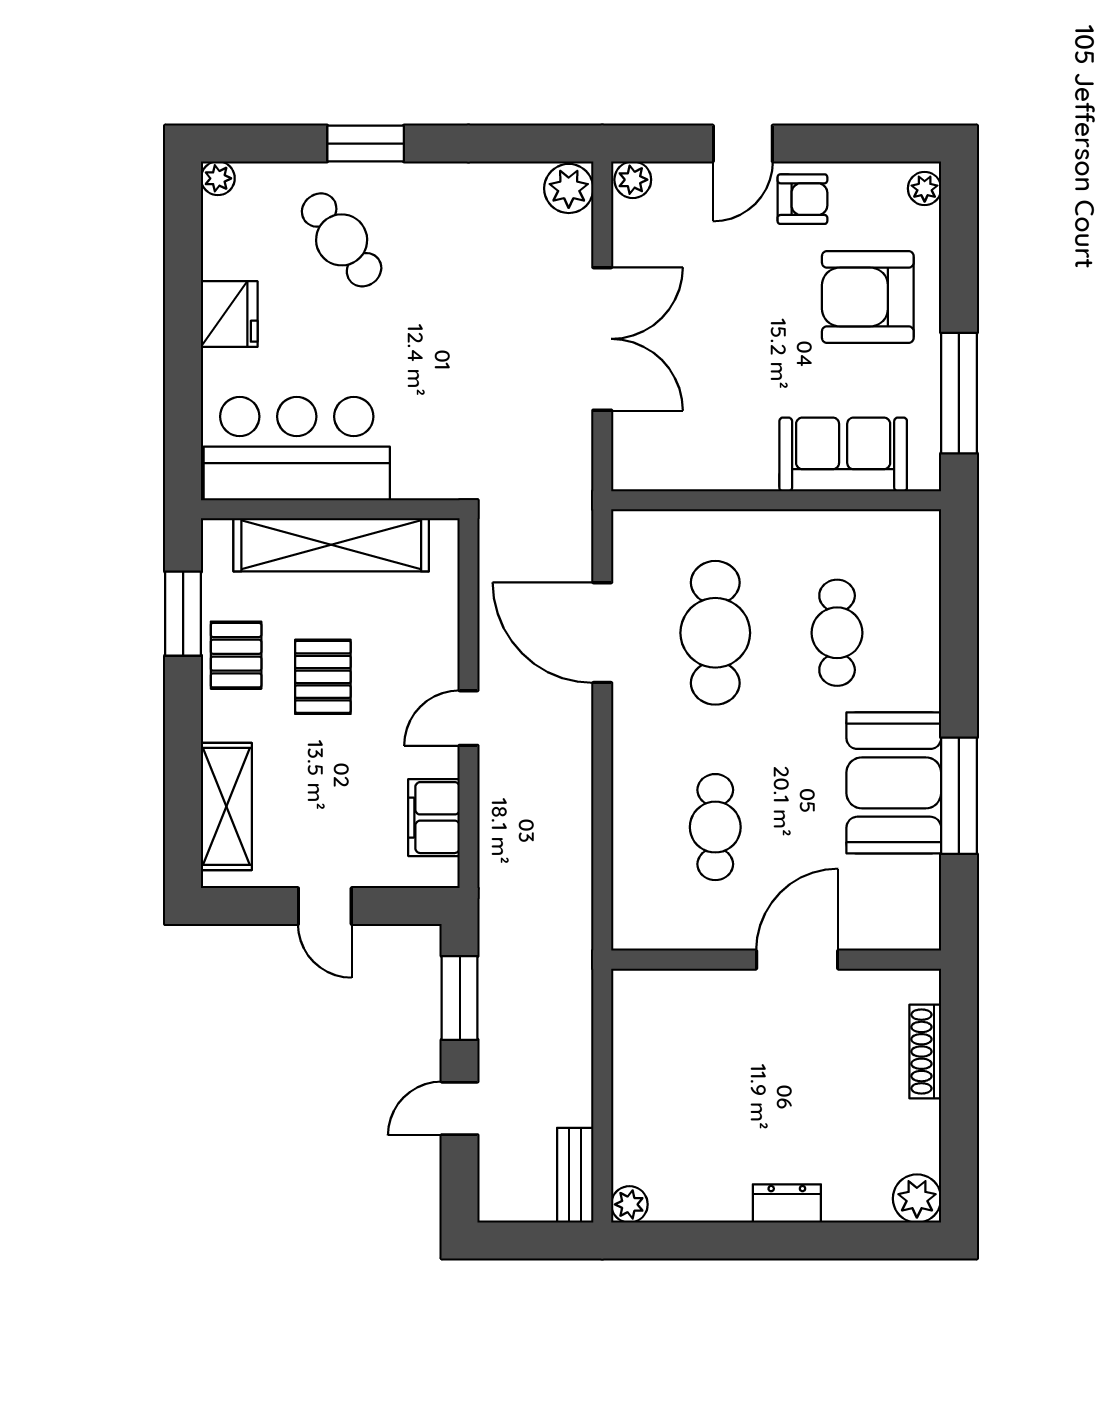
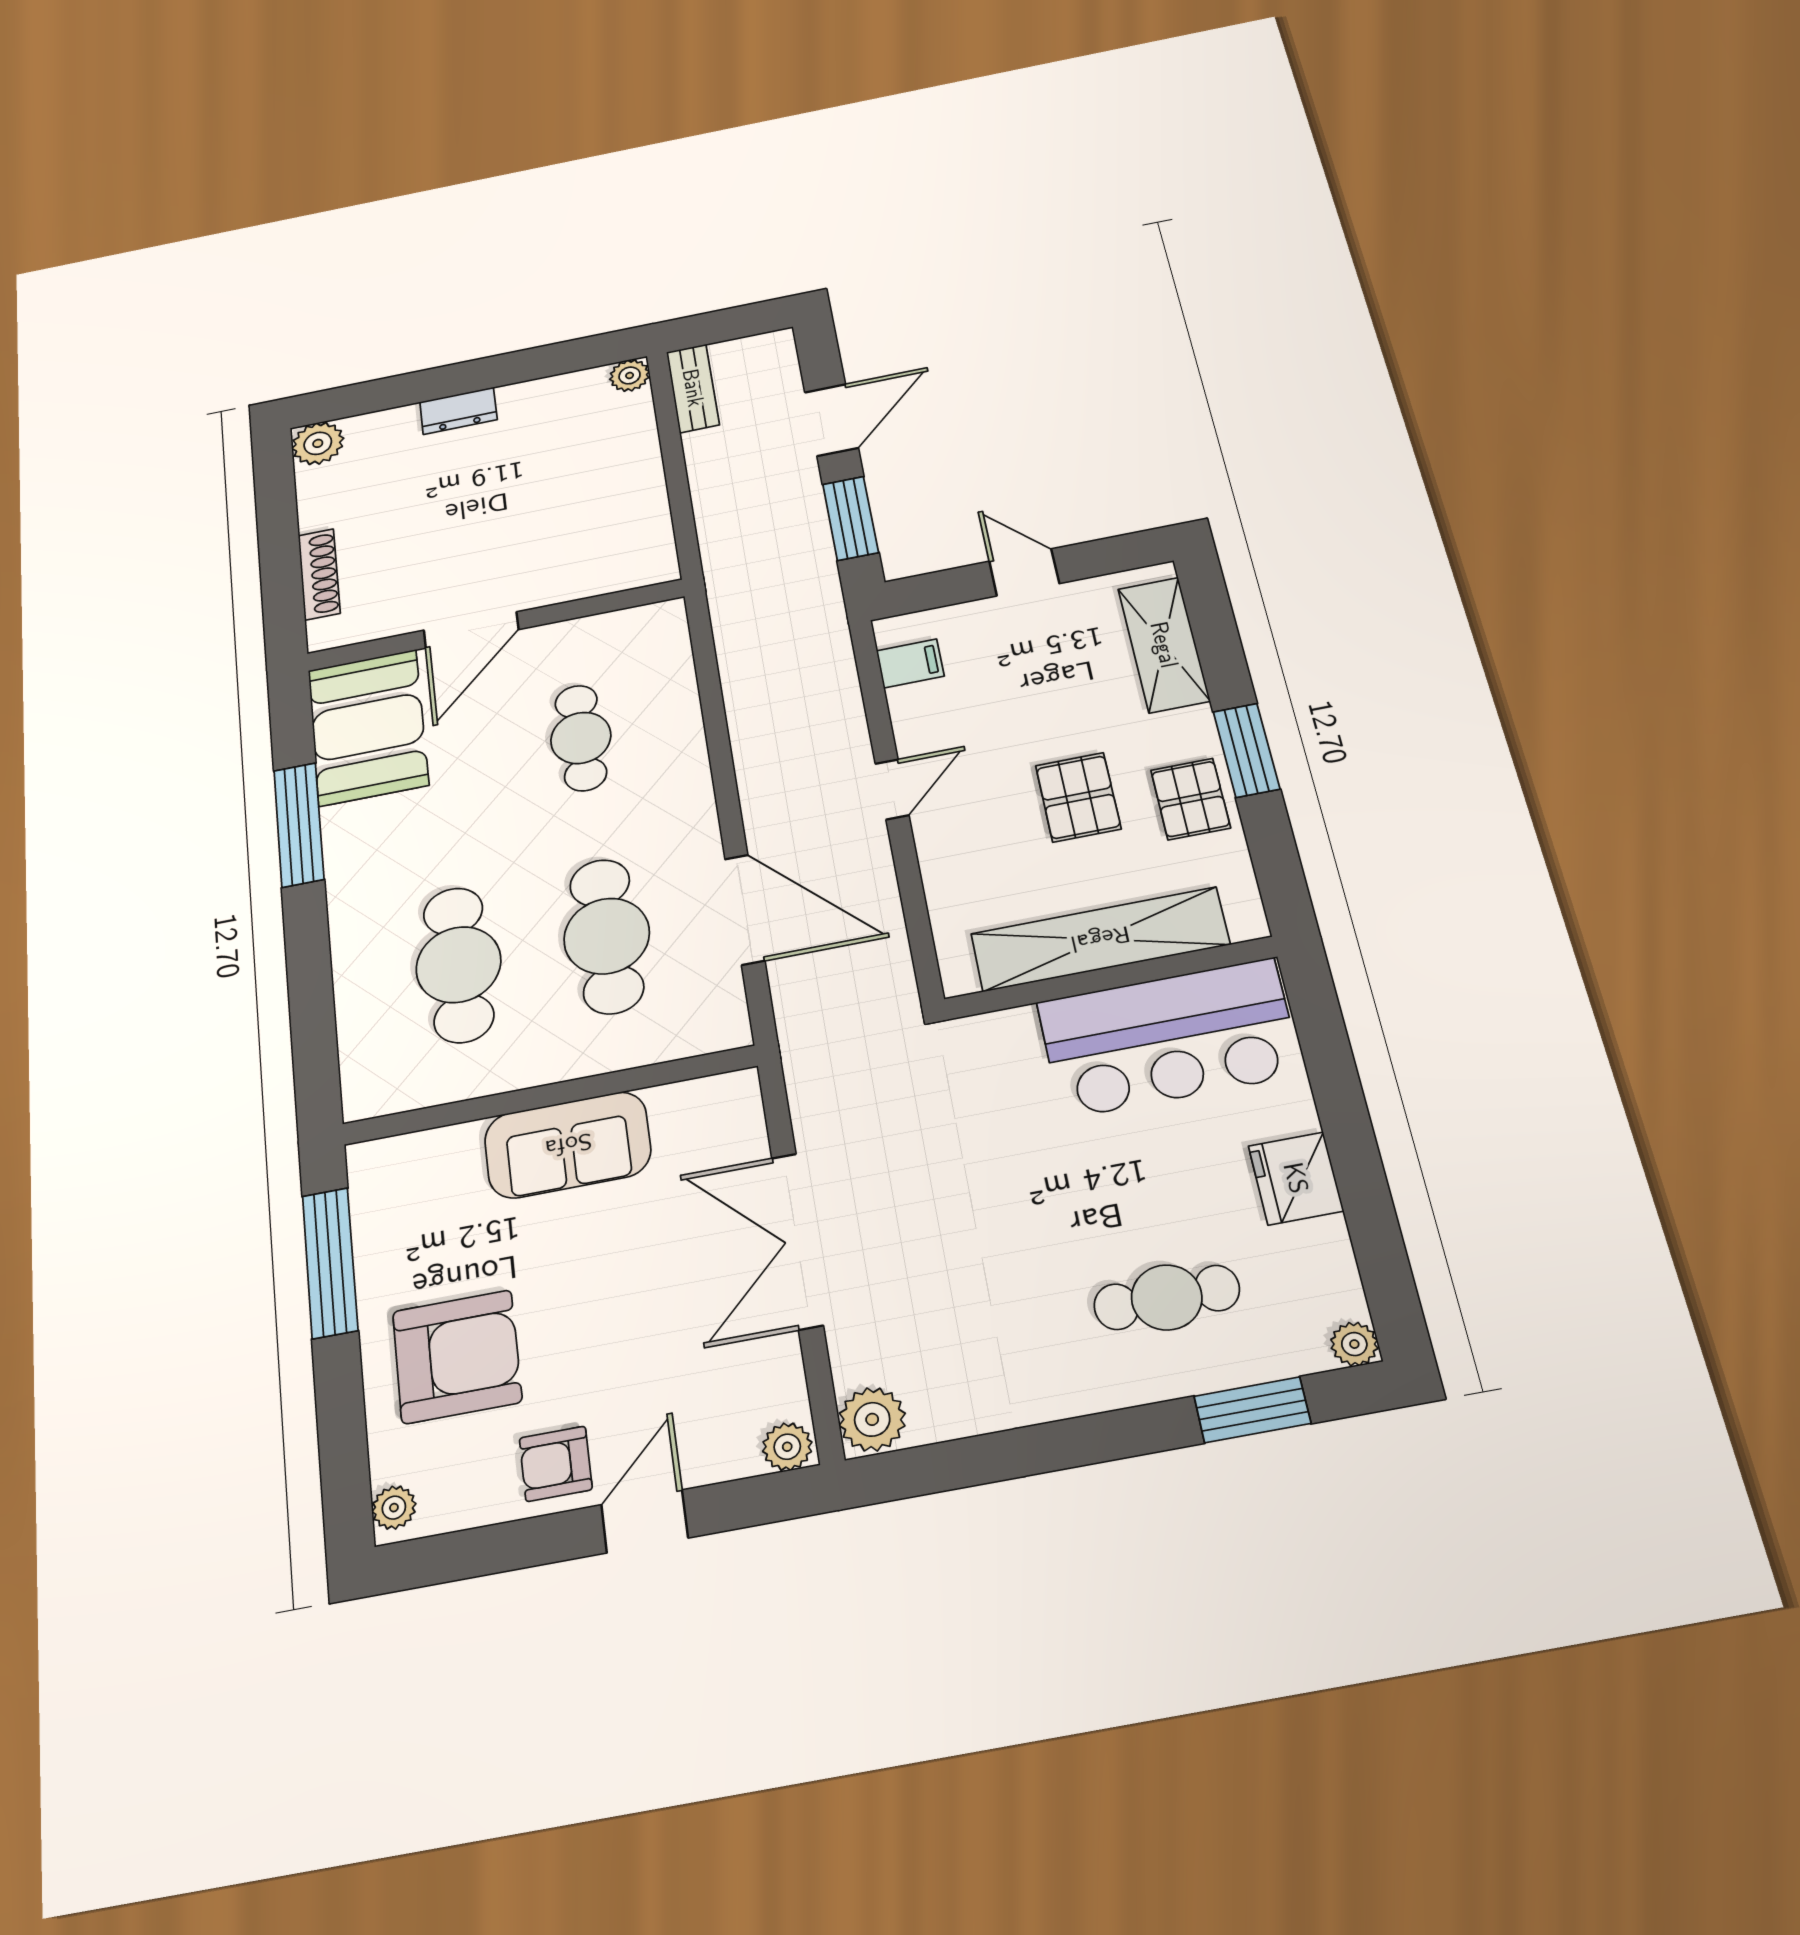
window: (366, 144) -> (1252, 1410), moved
cafe table: (342, 240) -> (1167, 1297), turned -53
sofa: (843, 454) -> (568, 1145), moved
window: (183, 614) -> (1246, 750), moved
cafe table: (837, 633) -> (458, 965), width x1.37, depth x1.35
booth: (894, 783) -> (368, 727), moved
filing cabinet: (434, 818) -> (910, 663), width x0.50
door: (460, 1108) -> (831, 420), width x1.38

